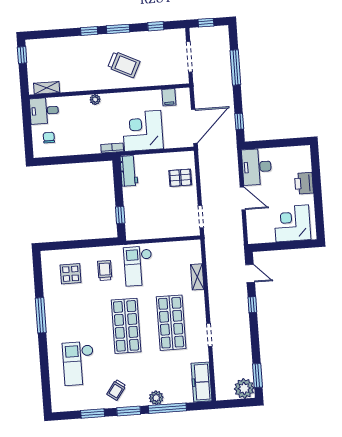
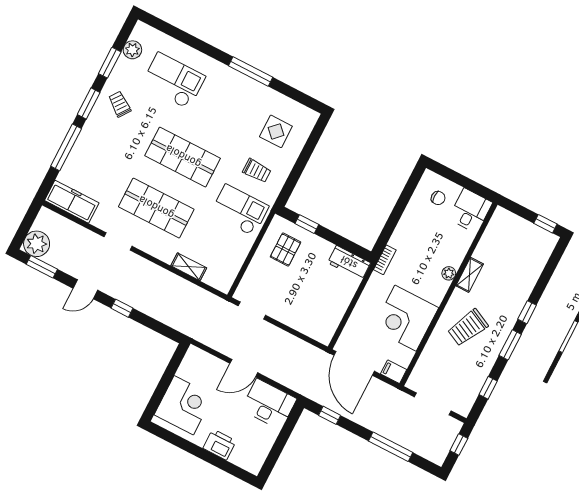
shelving: (47, 88) -> (470, 275), moved
filing cabinet: (169, 97) -> (394, 372), moved
corner desk: (143, 131) -> (406, 318), moved, turned 180
pallet: (180, 178) -> (286, 250), moved
door: (250, 273) -> (85, 289), moved
plant: (156, 398) -> (132, 50), moved

